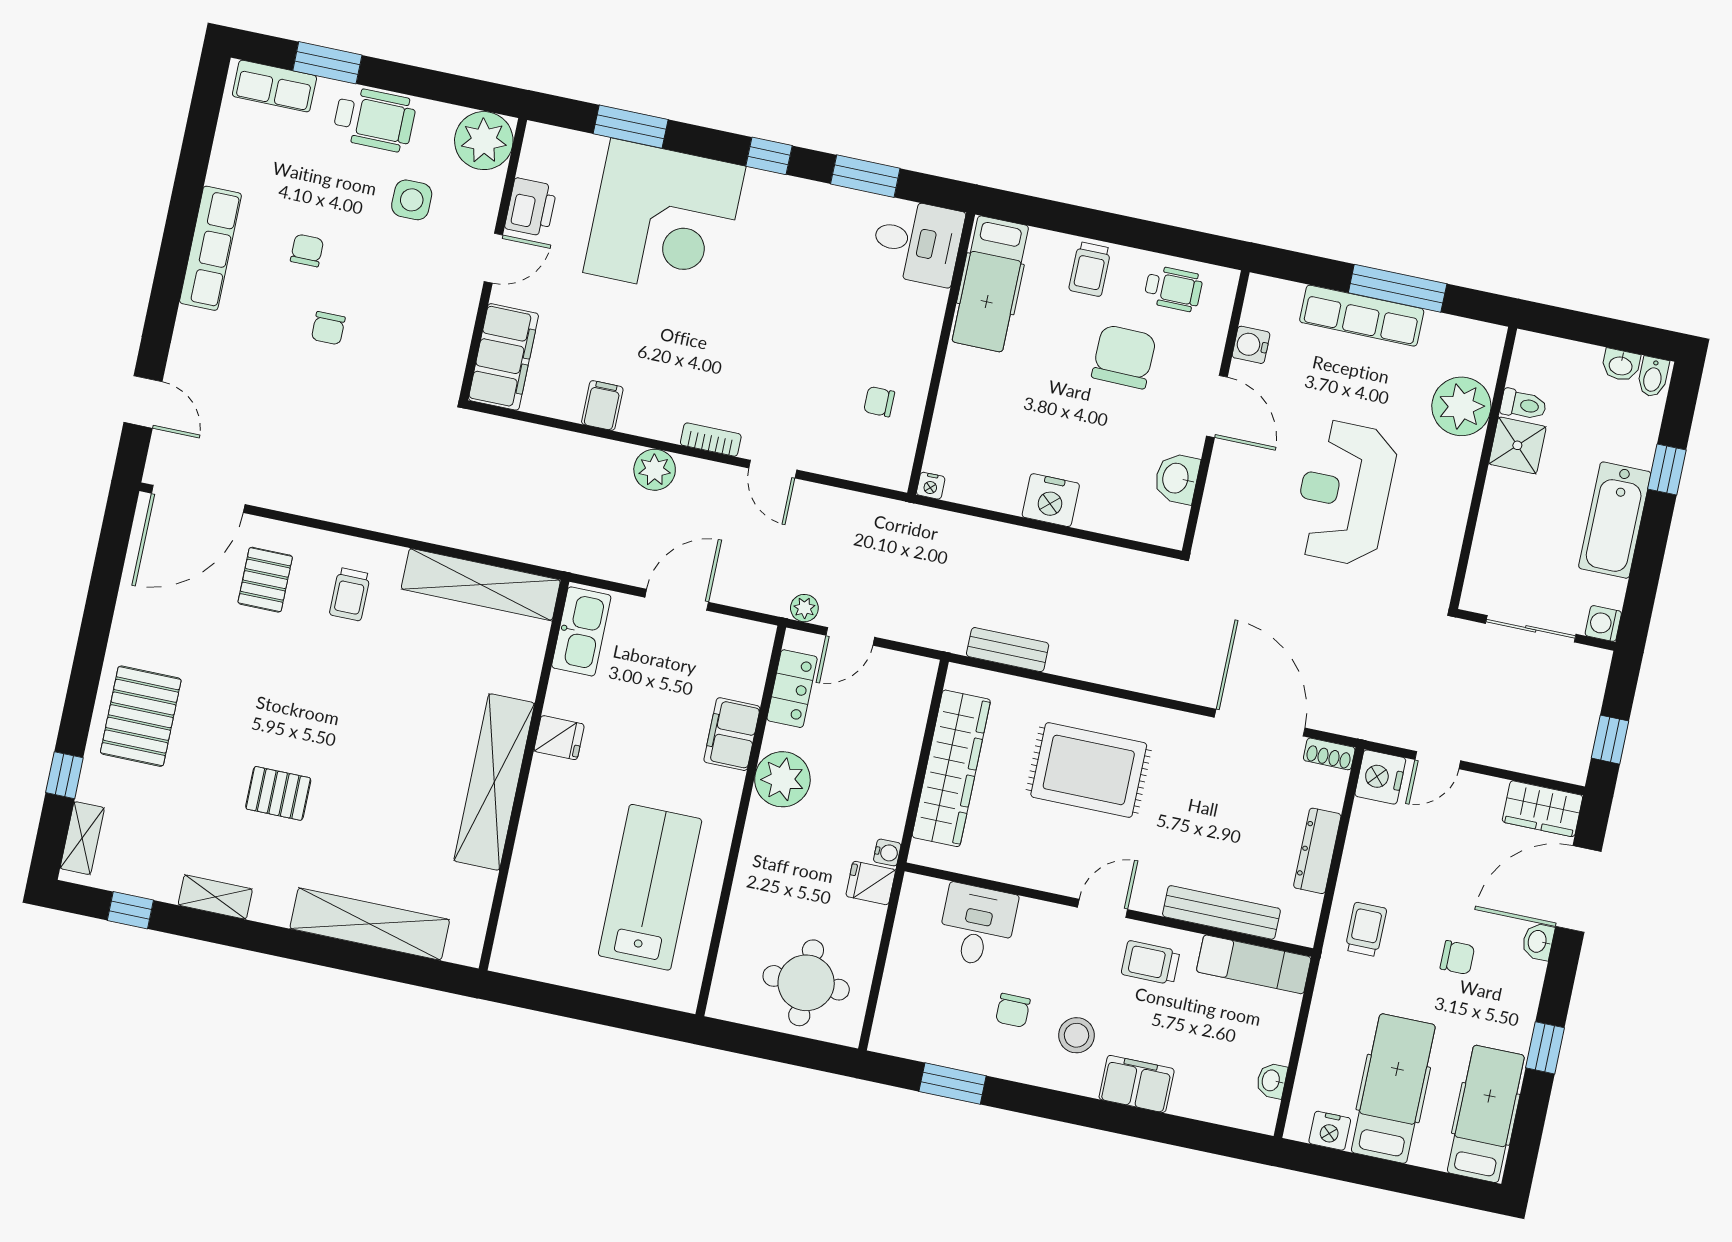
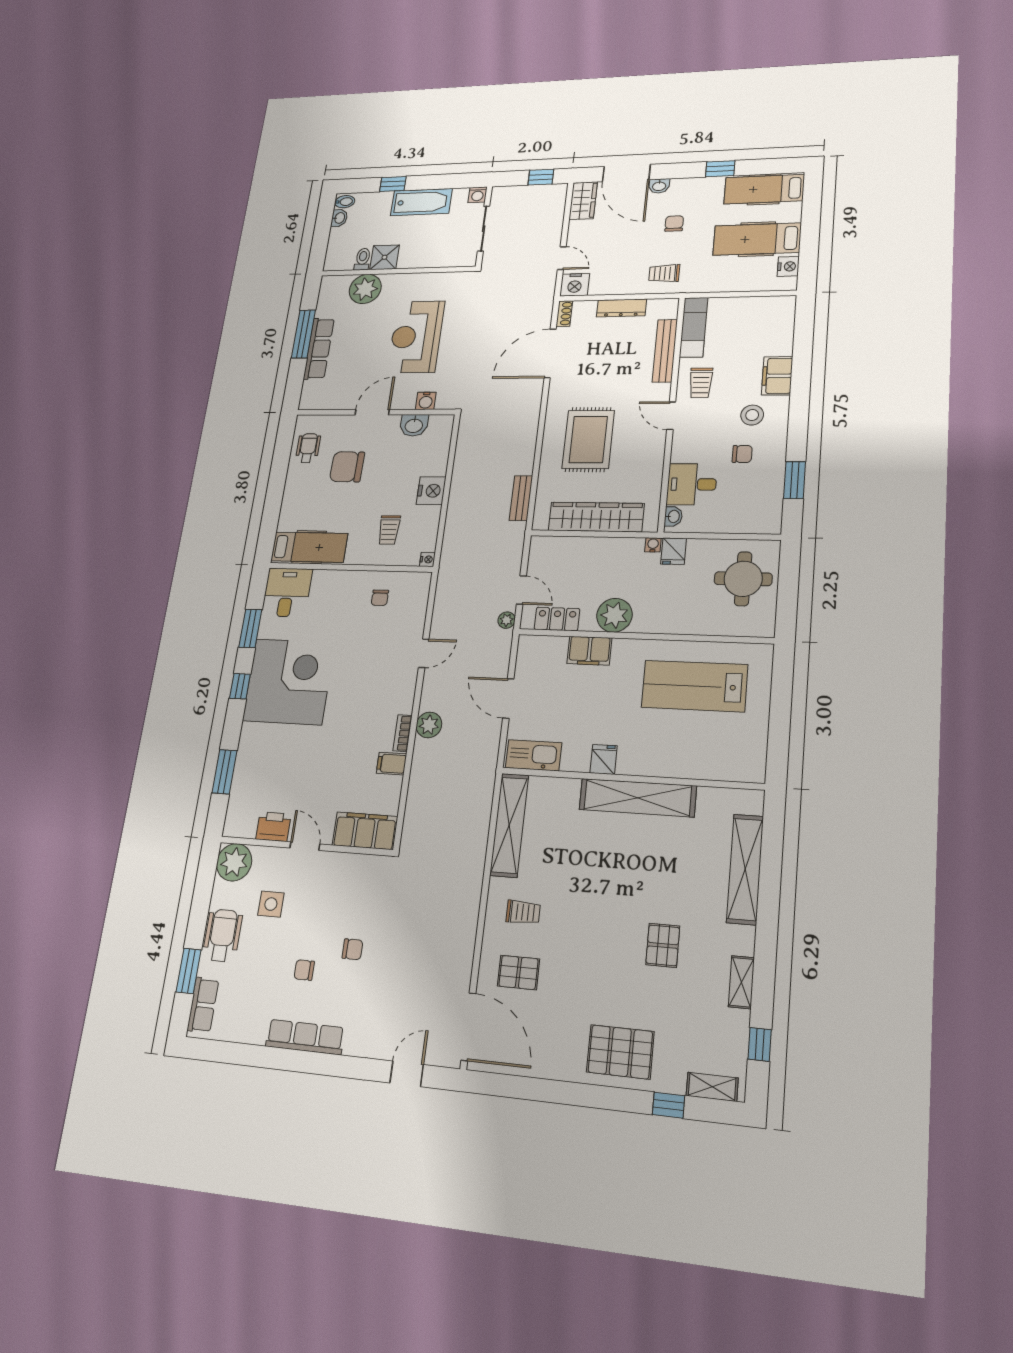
corner desk: (664, 219) -> (289, 681), moved
trolley: (1090, 269) -> (389, 530), moved, turned 90
water cooler: (1251, 345) -> (426, 401), moved
bookcase: (711, 440) -> (403, 733), moved
reception desk: (1344, 493) -> (416, 337), turned 90
washbasin: (1272, 1081) -> (673, 516), moved, turned -90

